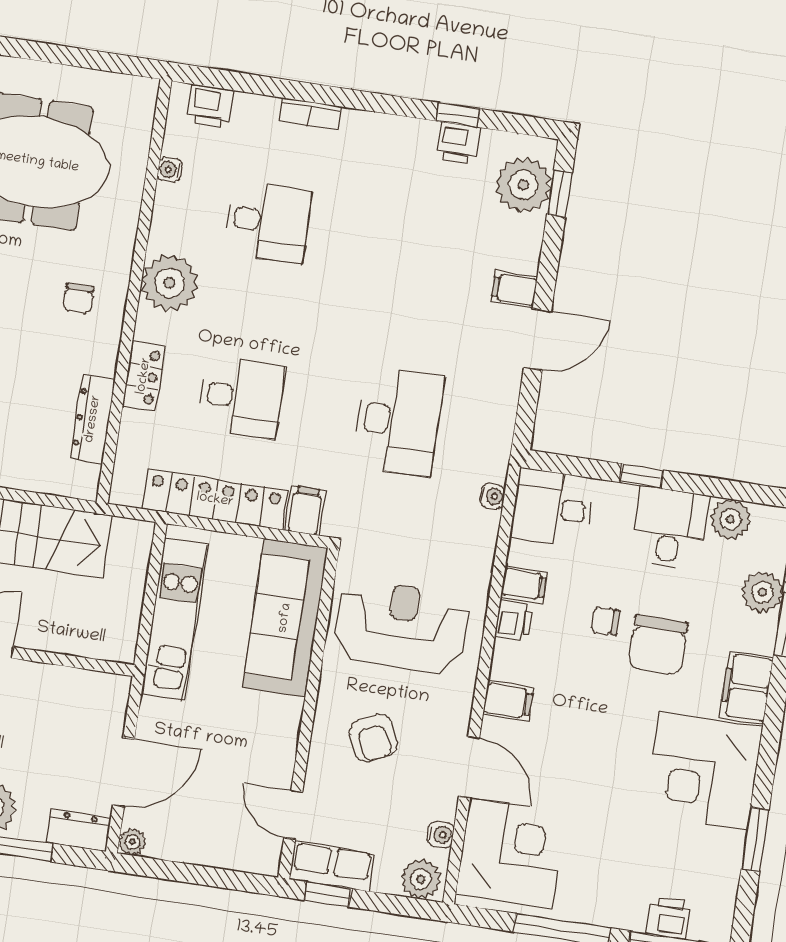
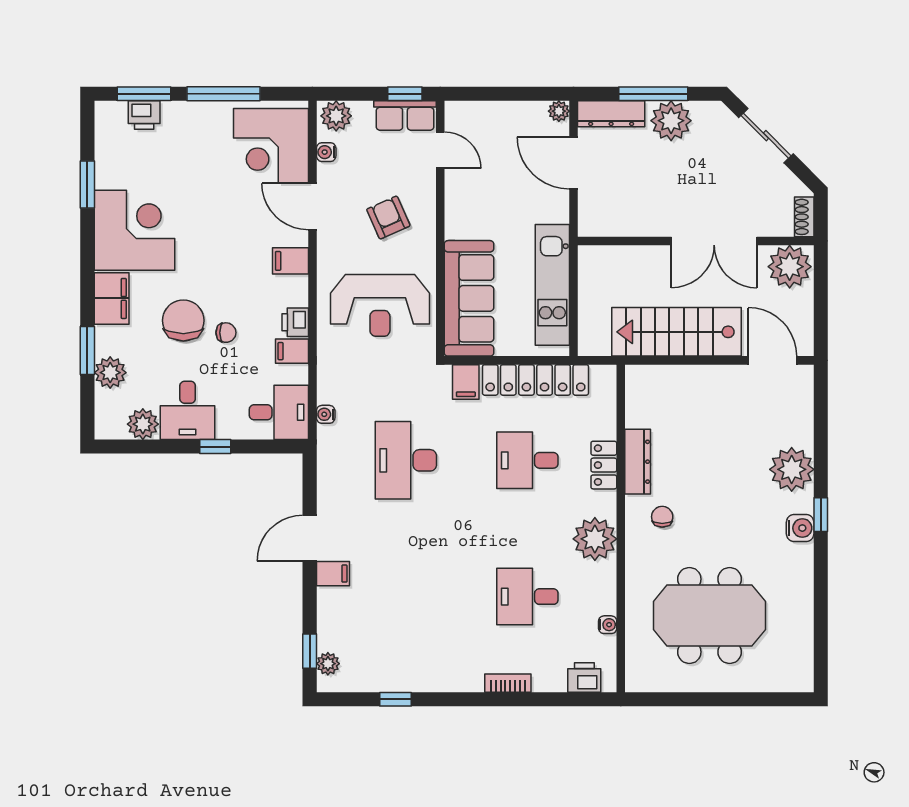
printer: (458, 143) -> (392, 678), removed
plant: (523, 185) -> (328, 664), width x0.53, depth x0.53
dresser: (93, 419) -> (638, 462), moved
door: (124, 772) -> (574, 163), hinge flipped
dresser: (79, 830) -> (611, 114), width x1.44

